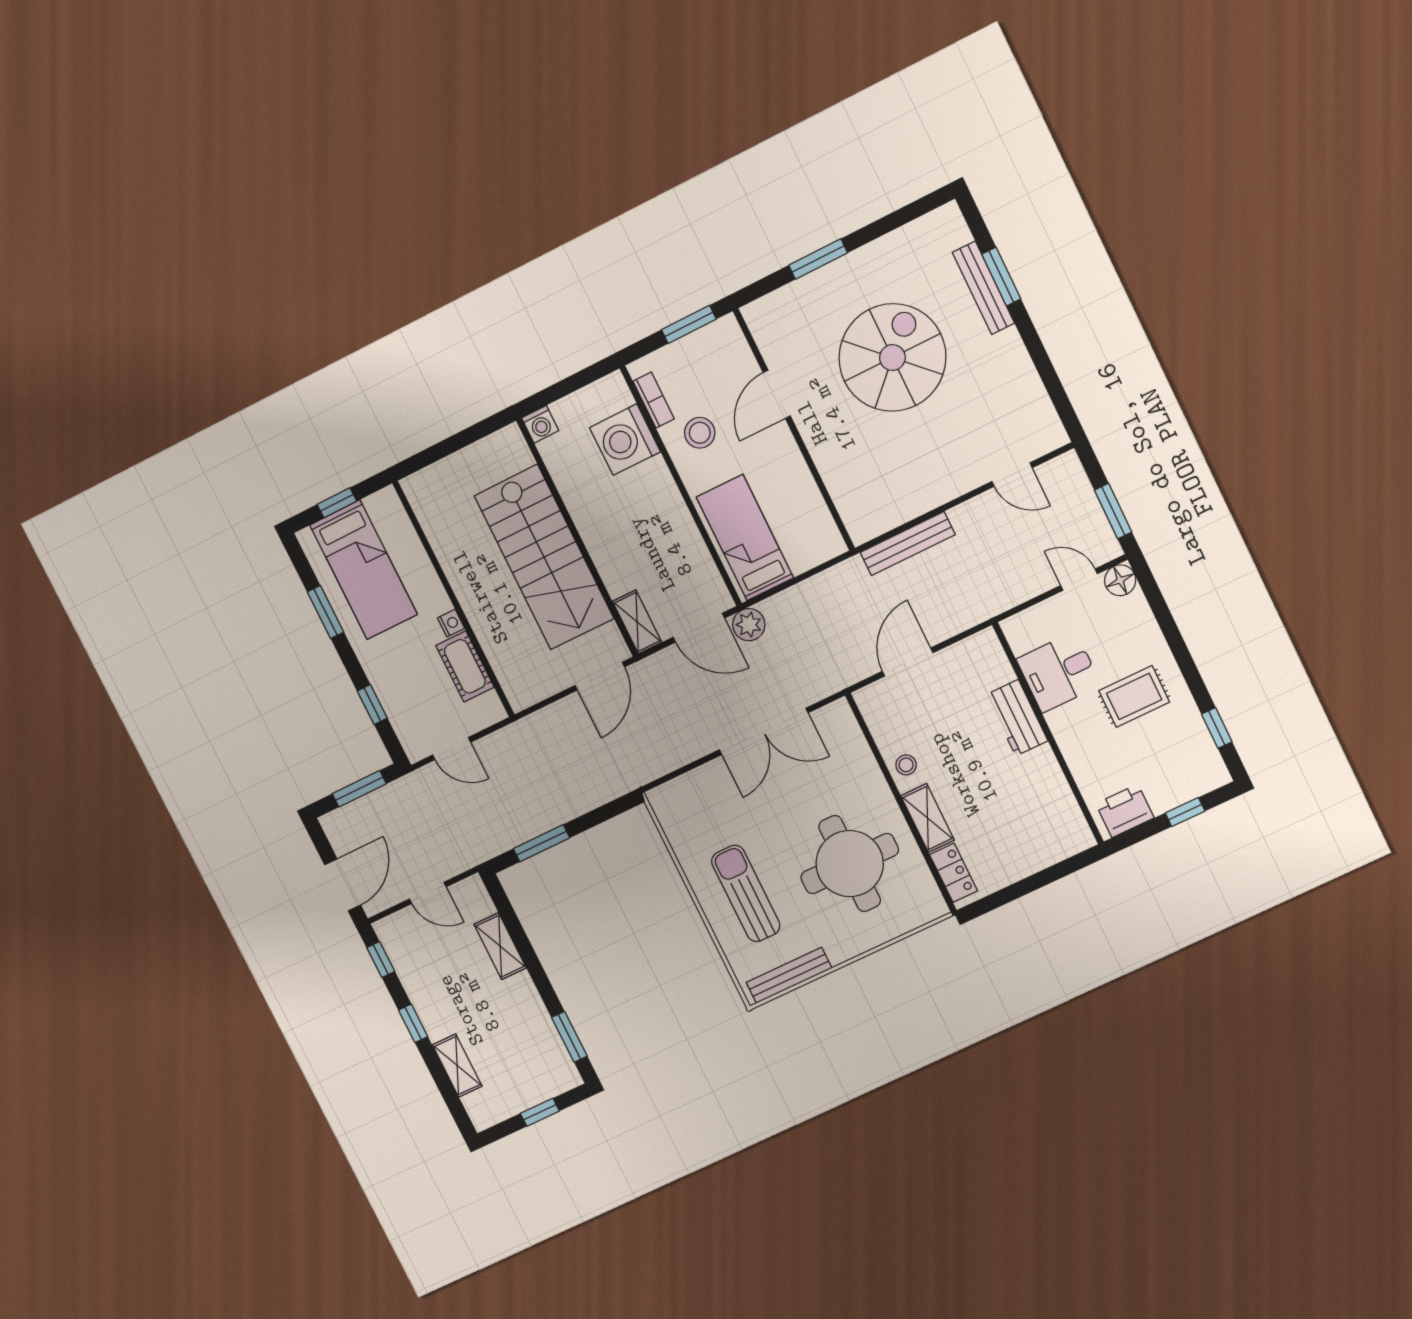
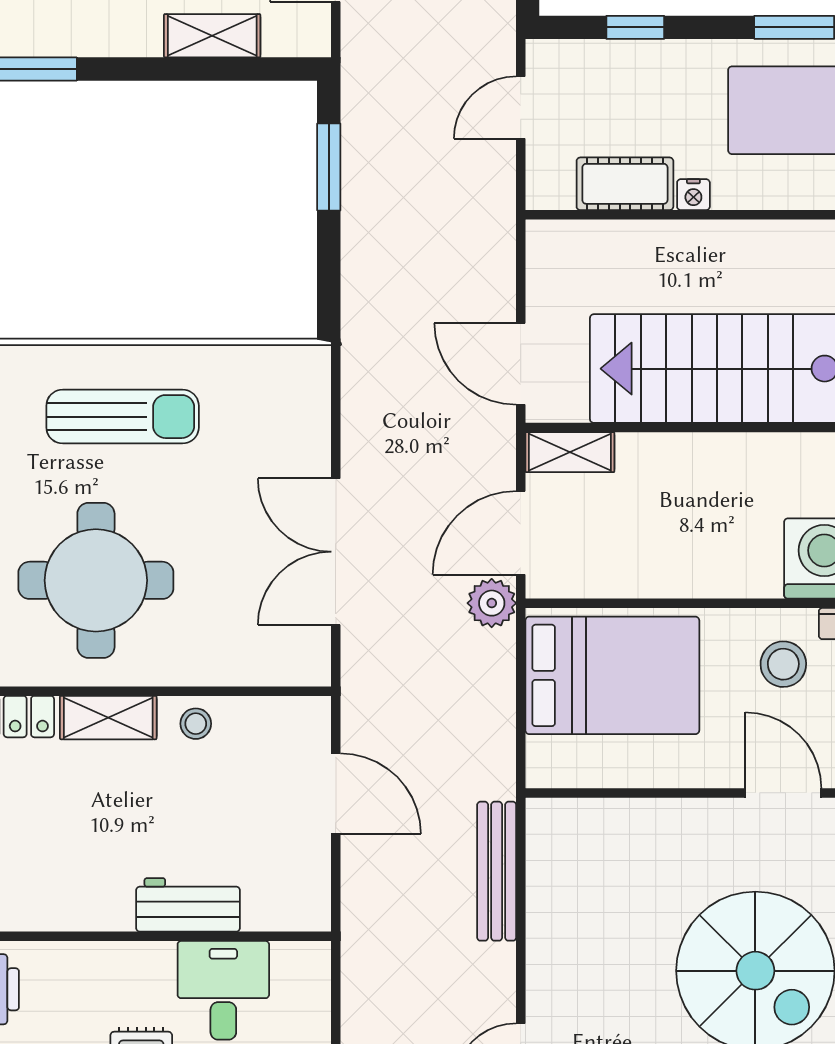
bed: (745, 538) -> (612, 675), width x1.50

